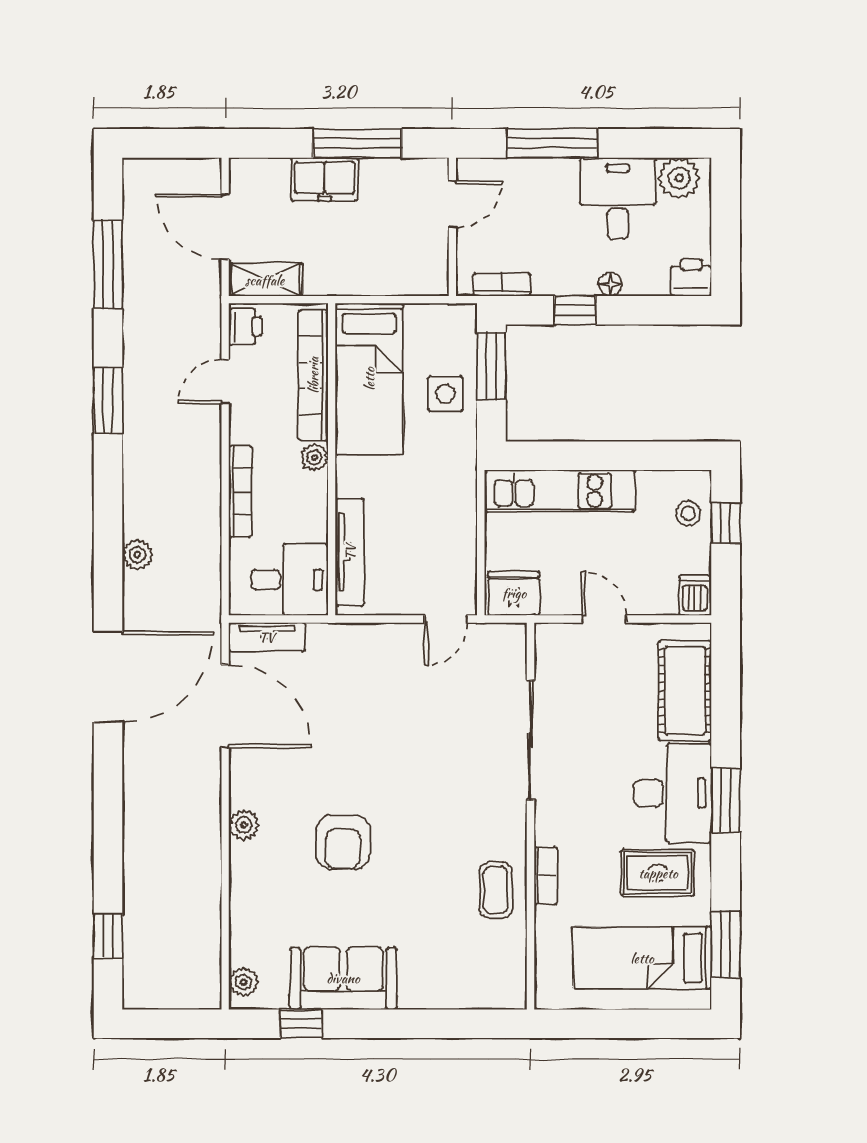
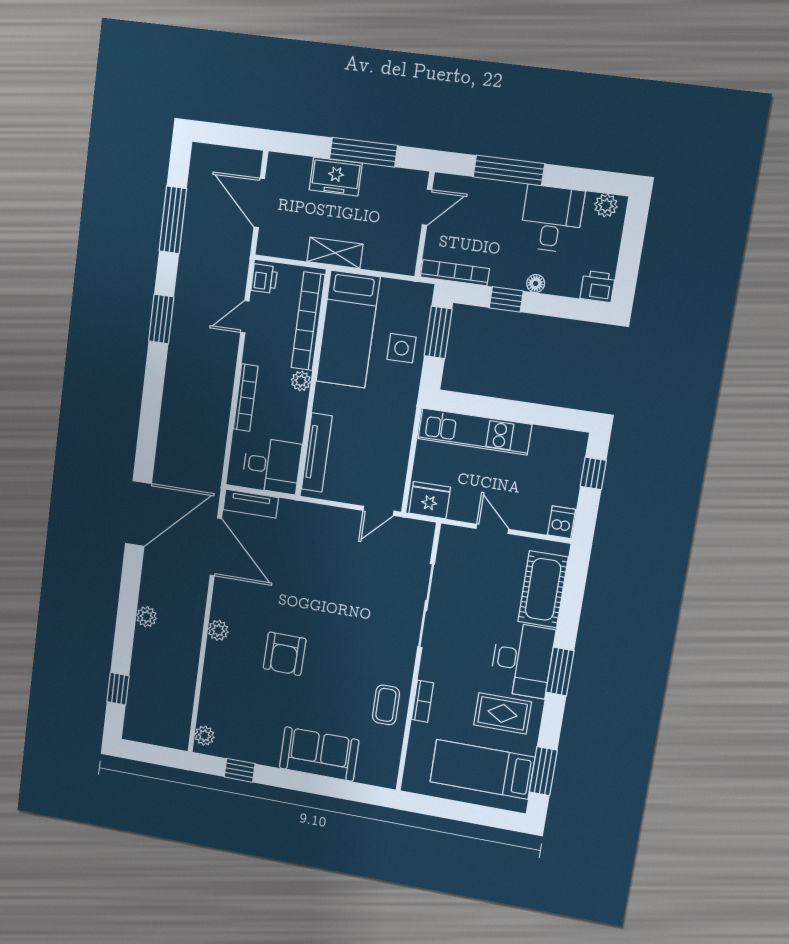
plant: (679, 178) -> (606, 205), width x0.73, depth x0.73
shelving: (265, 280) -> (335, 253), moved
bookcase: (502, 285) -> (455, 273), width x1.56
stool: (688, 513) -> (566, 462), removed
plant: (137, 555) -> (146, 617), moved
sofa: (343, 978) -> (319, 754), moved

